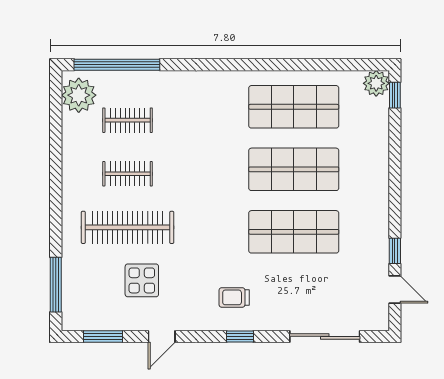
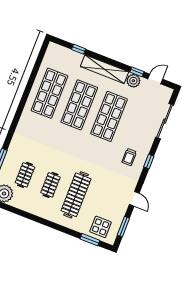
plant: (376, 83) -> (133, 81), moved
window: (395, 95) -> (79, 49), moved
shelving: (377, 190) -> (104, 69), added
display table: (142, 280) -> (101, 227), moved
window: (56, 285) -> (90, 240), width x0.69

